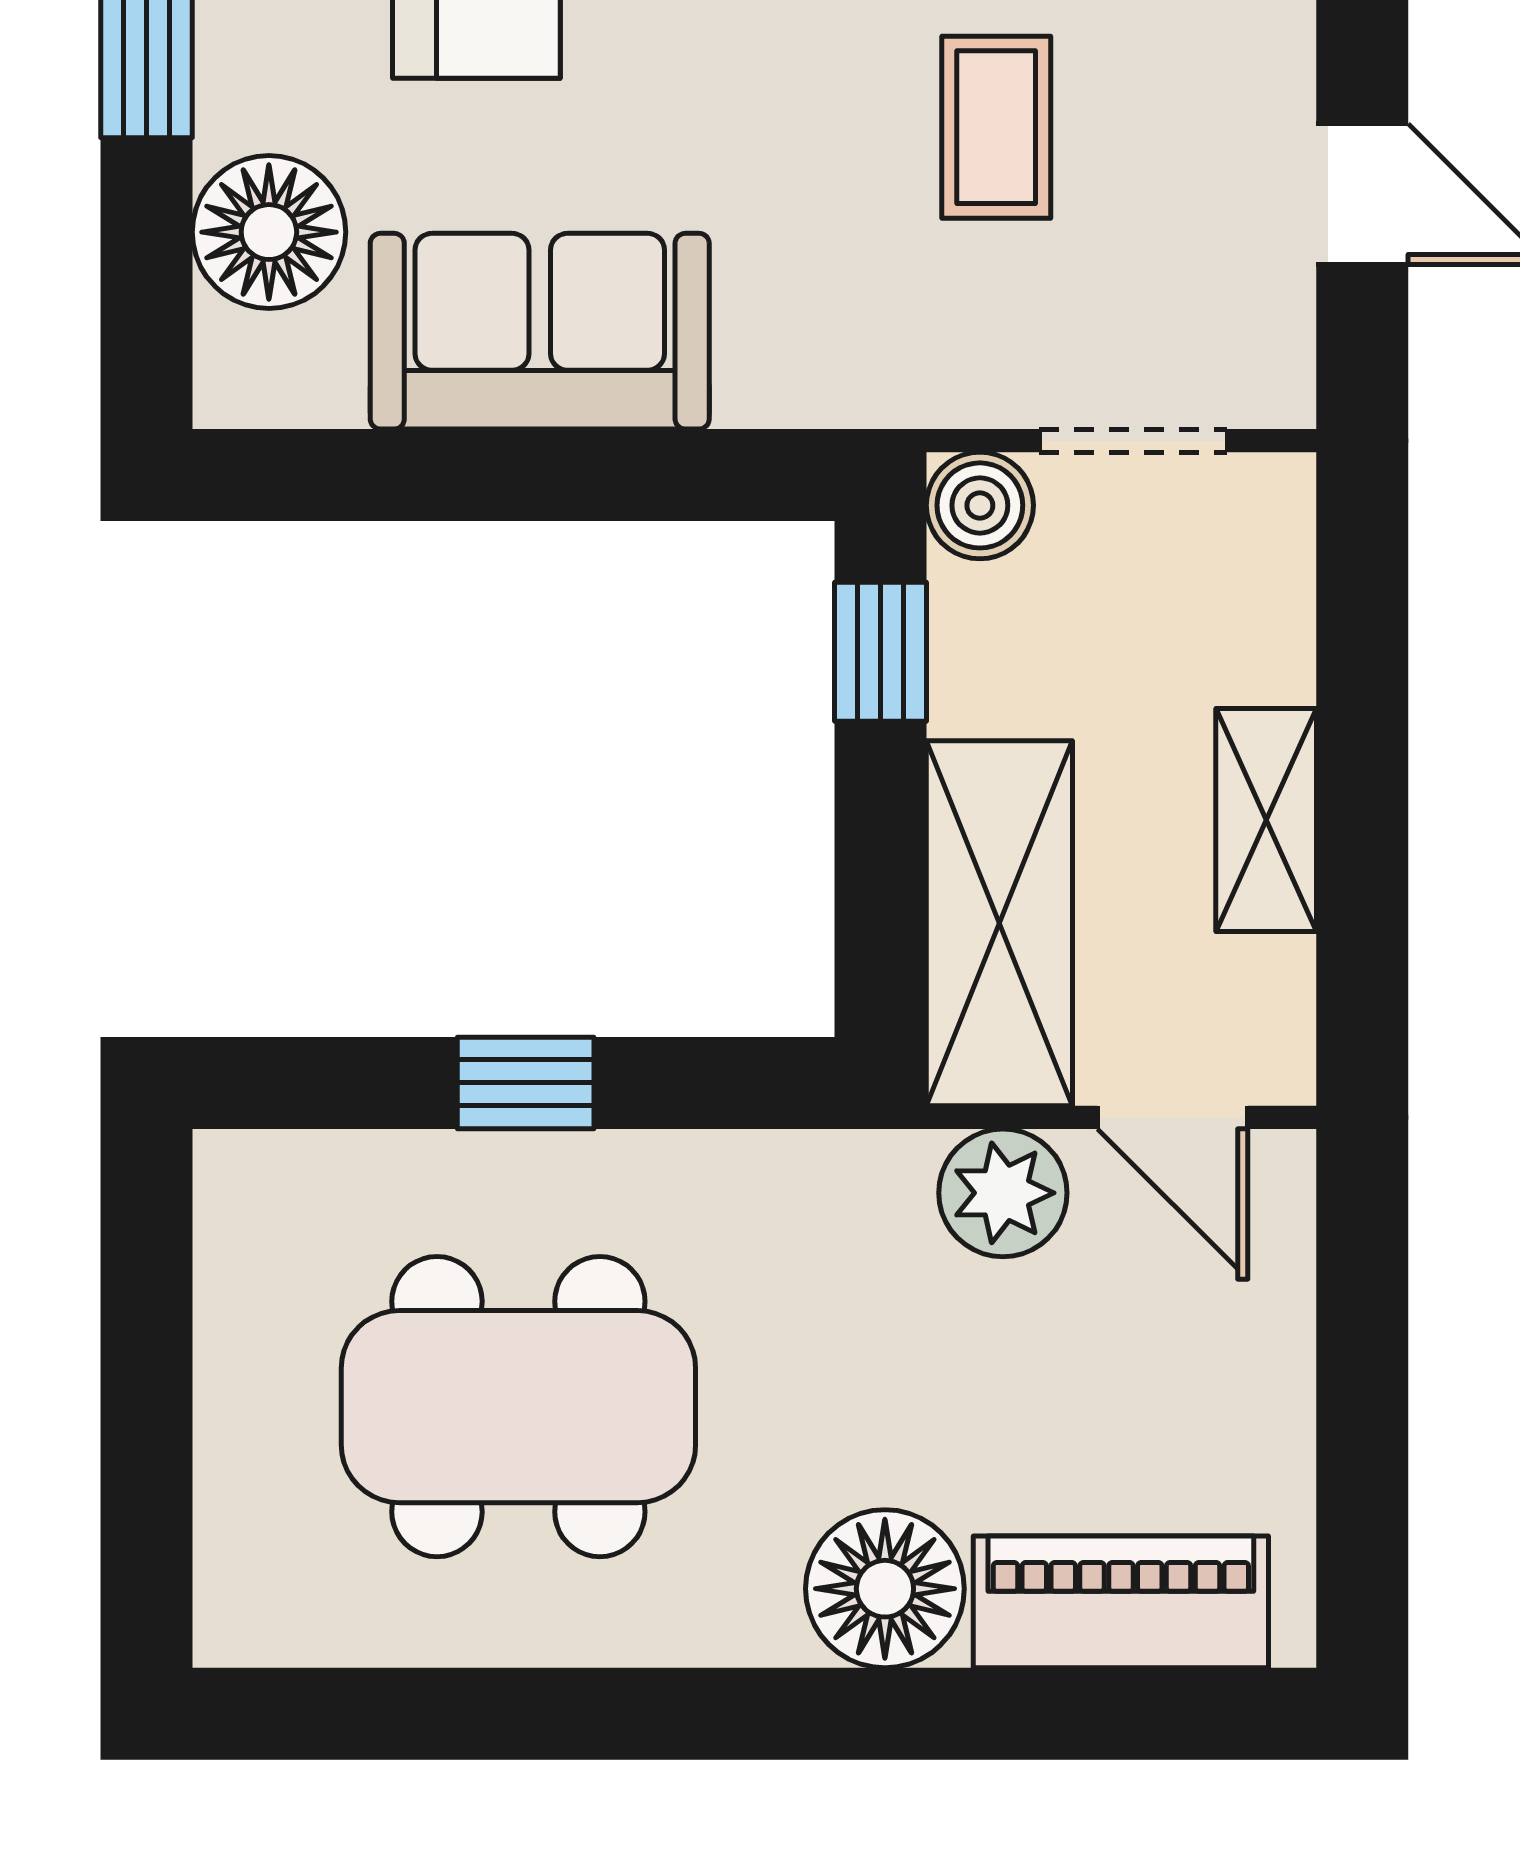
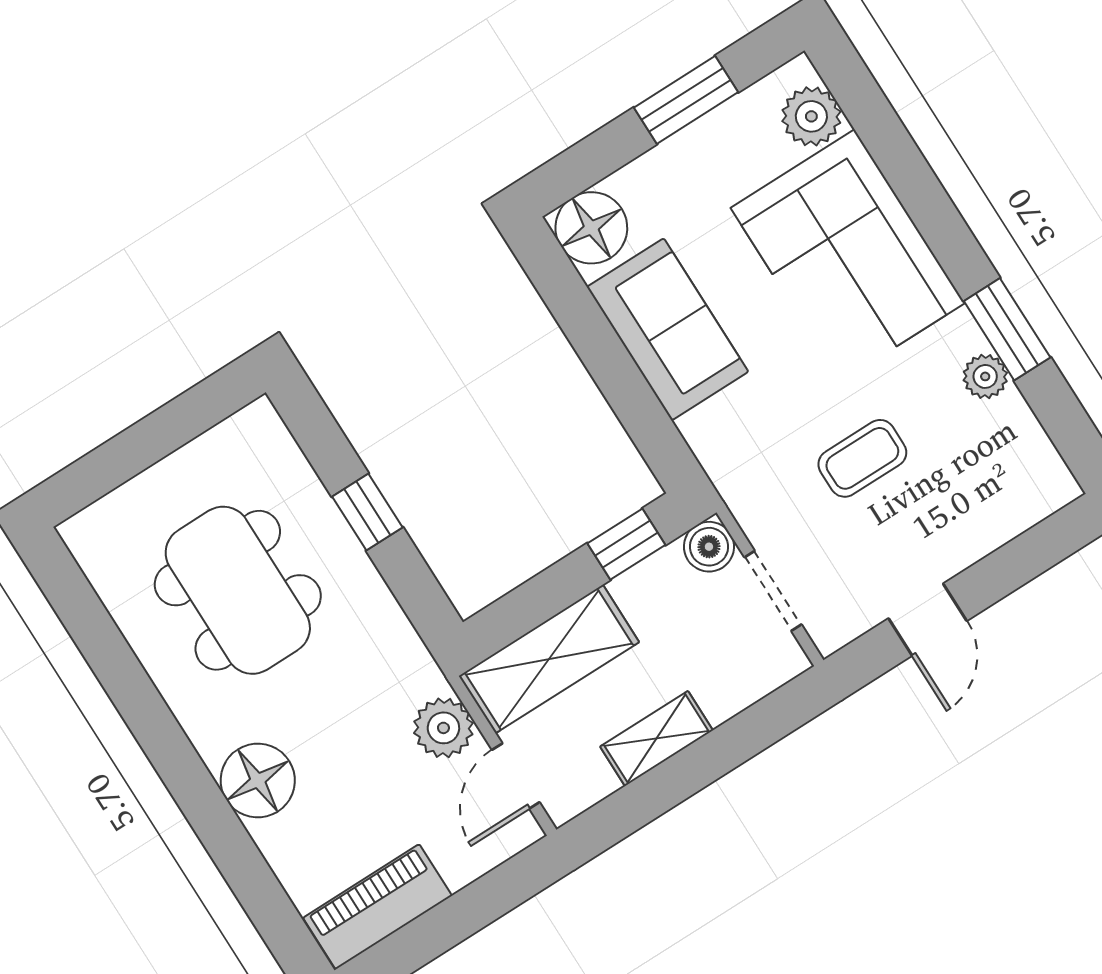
floor lamp: (269, 232) -> (591, 228), moved
piano: (1121, 1602) -> (378, 907), moved, turned -90

